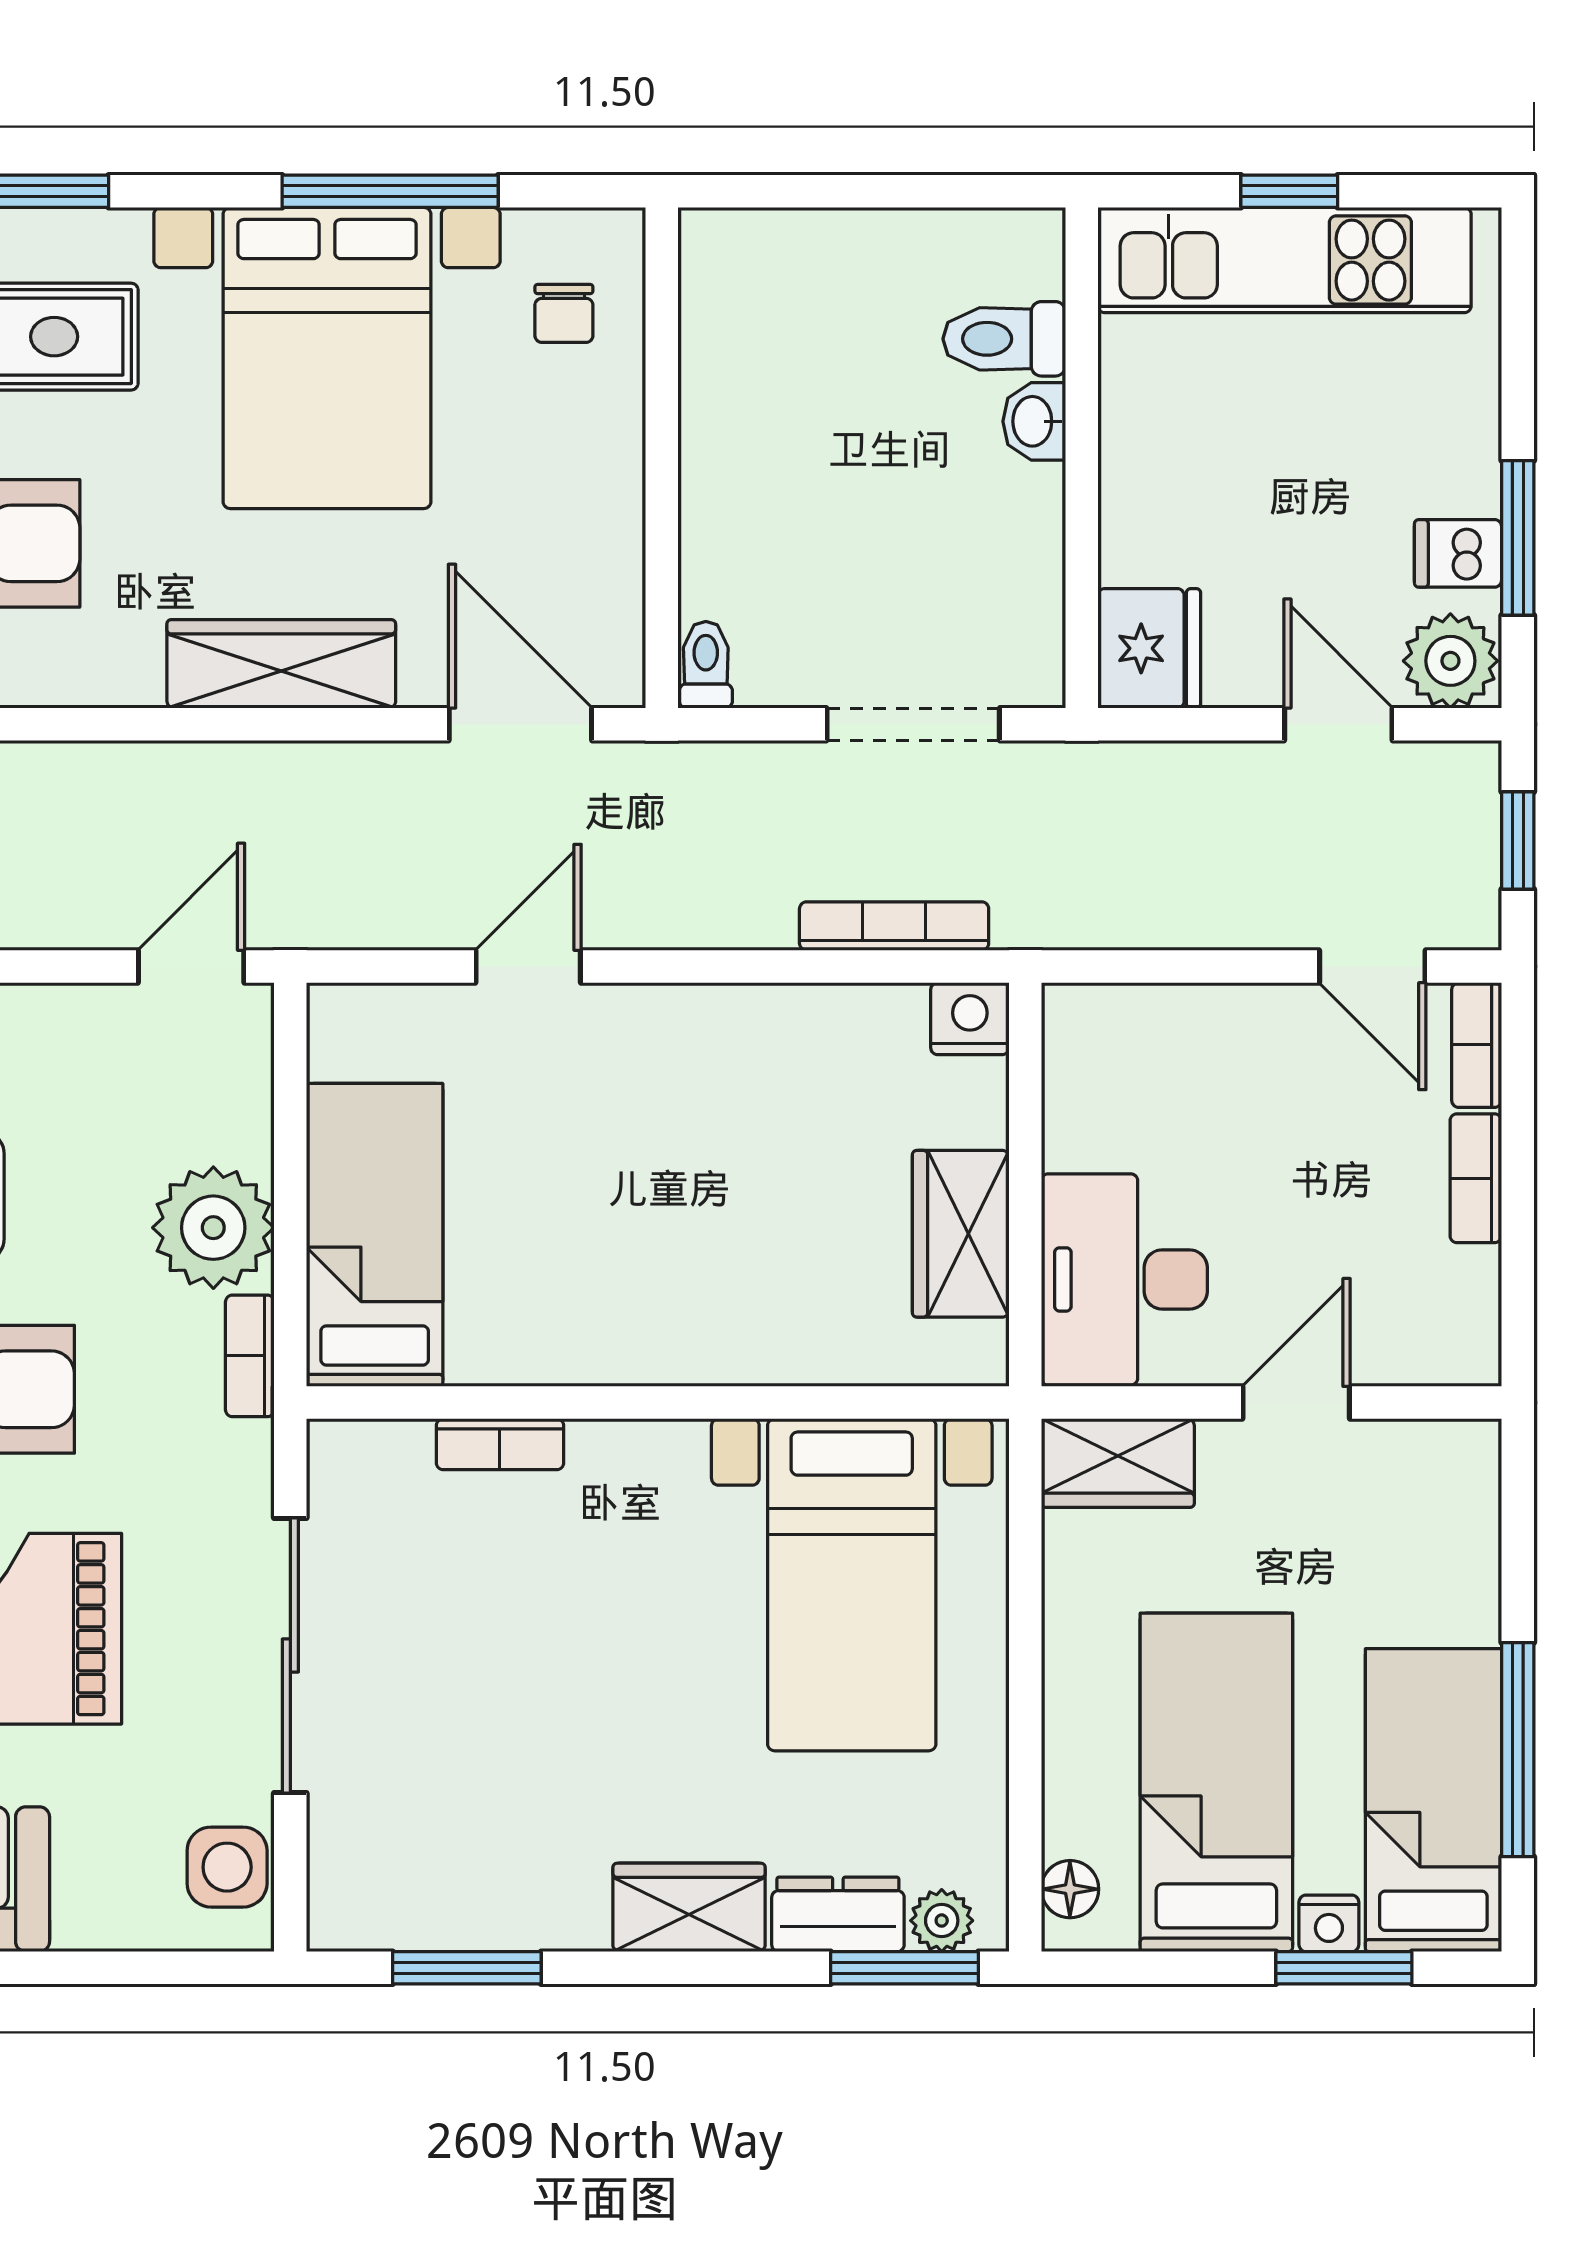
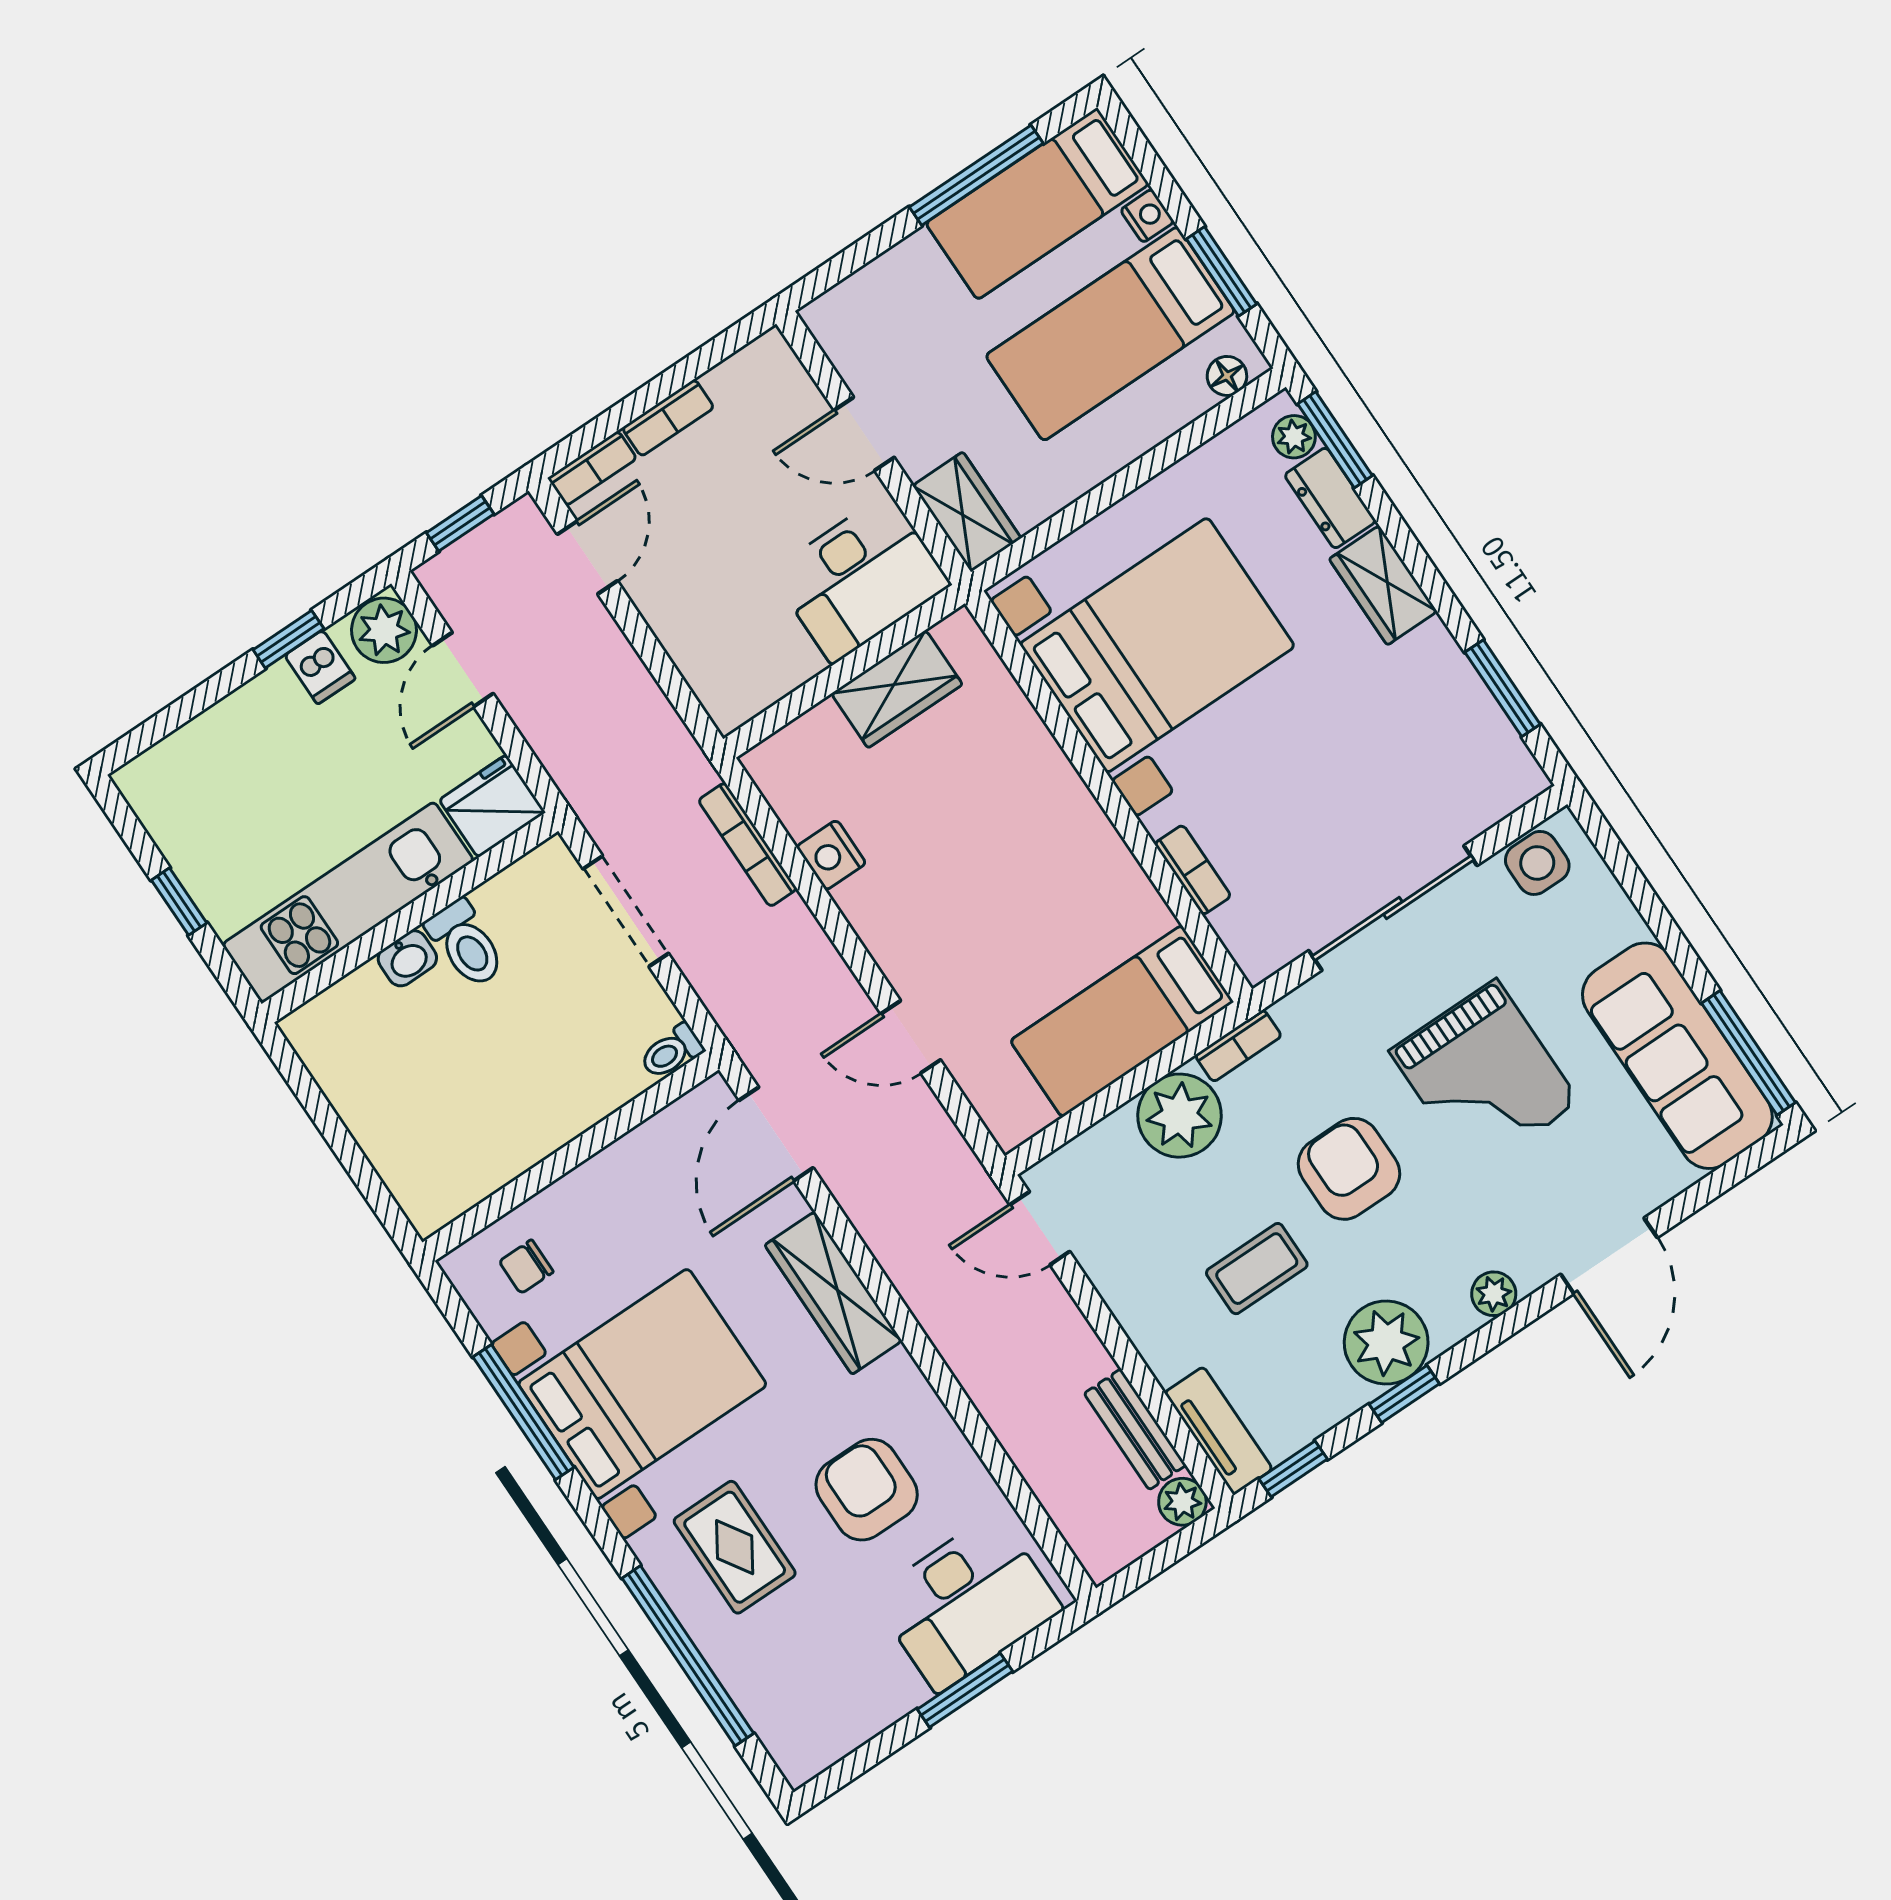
kitchen unit: (1285, 260) -> (348, 902), moved, turned -90
chair: (564, 313) -> (526, 1267), turned 180
toilet: (1004, 339) -> (466, 944), moved
window: (1518, 538) -> (288, 639), width x0.67
nightstand: (970, 1019) -> (831, 855), moved
bed with nightstands: (852, 1585) -> (1157, 645), width x1.36
window: (1344, 1968) -> (1221, 271), moved

